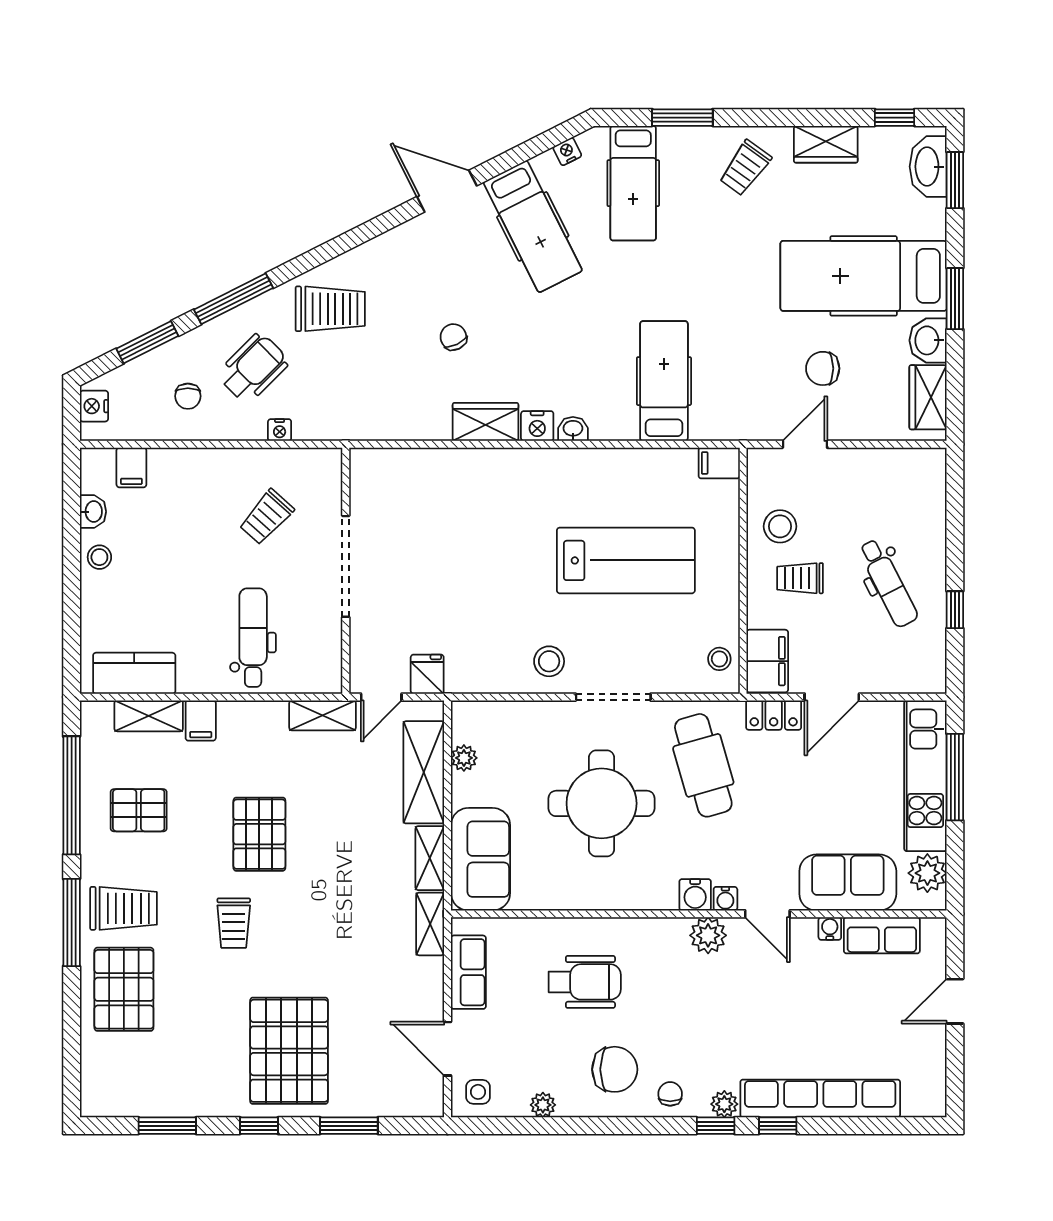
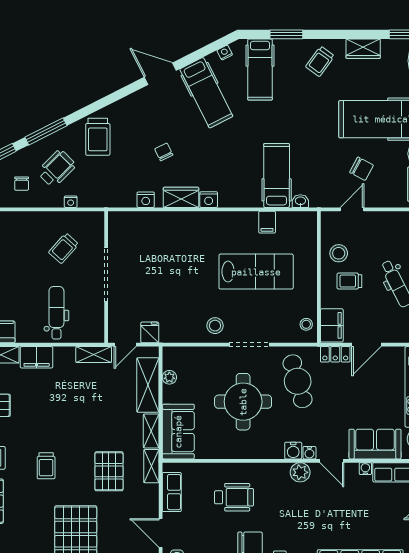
trolley: (330, 309) -> (98, 137), turned 90
chair: (823, 368) -> (362, 169), turned -152
nightstand: (420, 426) -> (146, 200), added
washbasin: (573, 429) -> (300, 201), moved
filing cabinet: (719, 463) -> (267, 222), moved, turned -90
filing cabinet: (201, 721) -> (37, 357), width x2.00
pallet: (259, 834) -> (109, 471), moved

